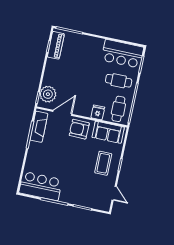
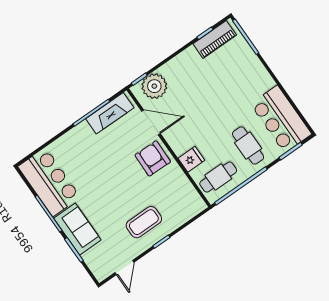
sofa: (108, 132) -> (77, 229), moved, turned 180

